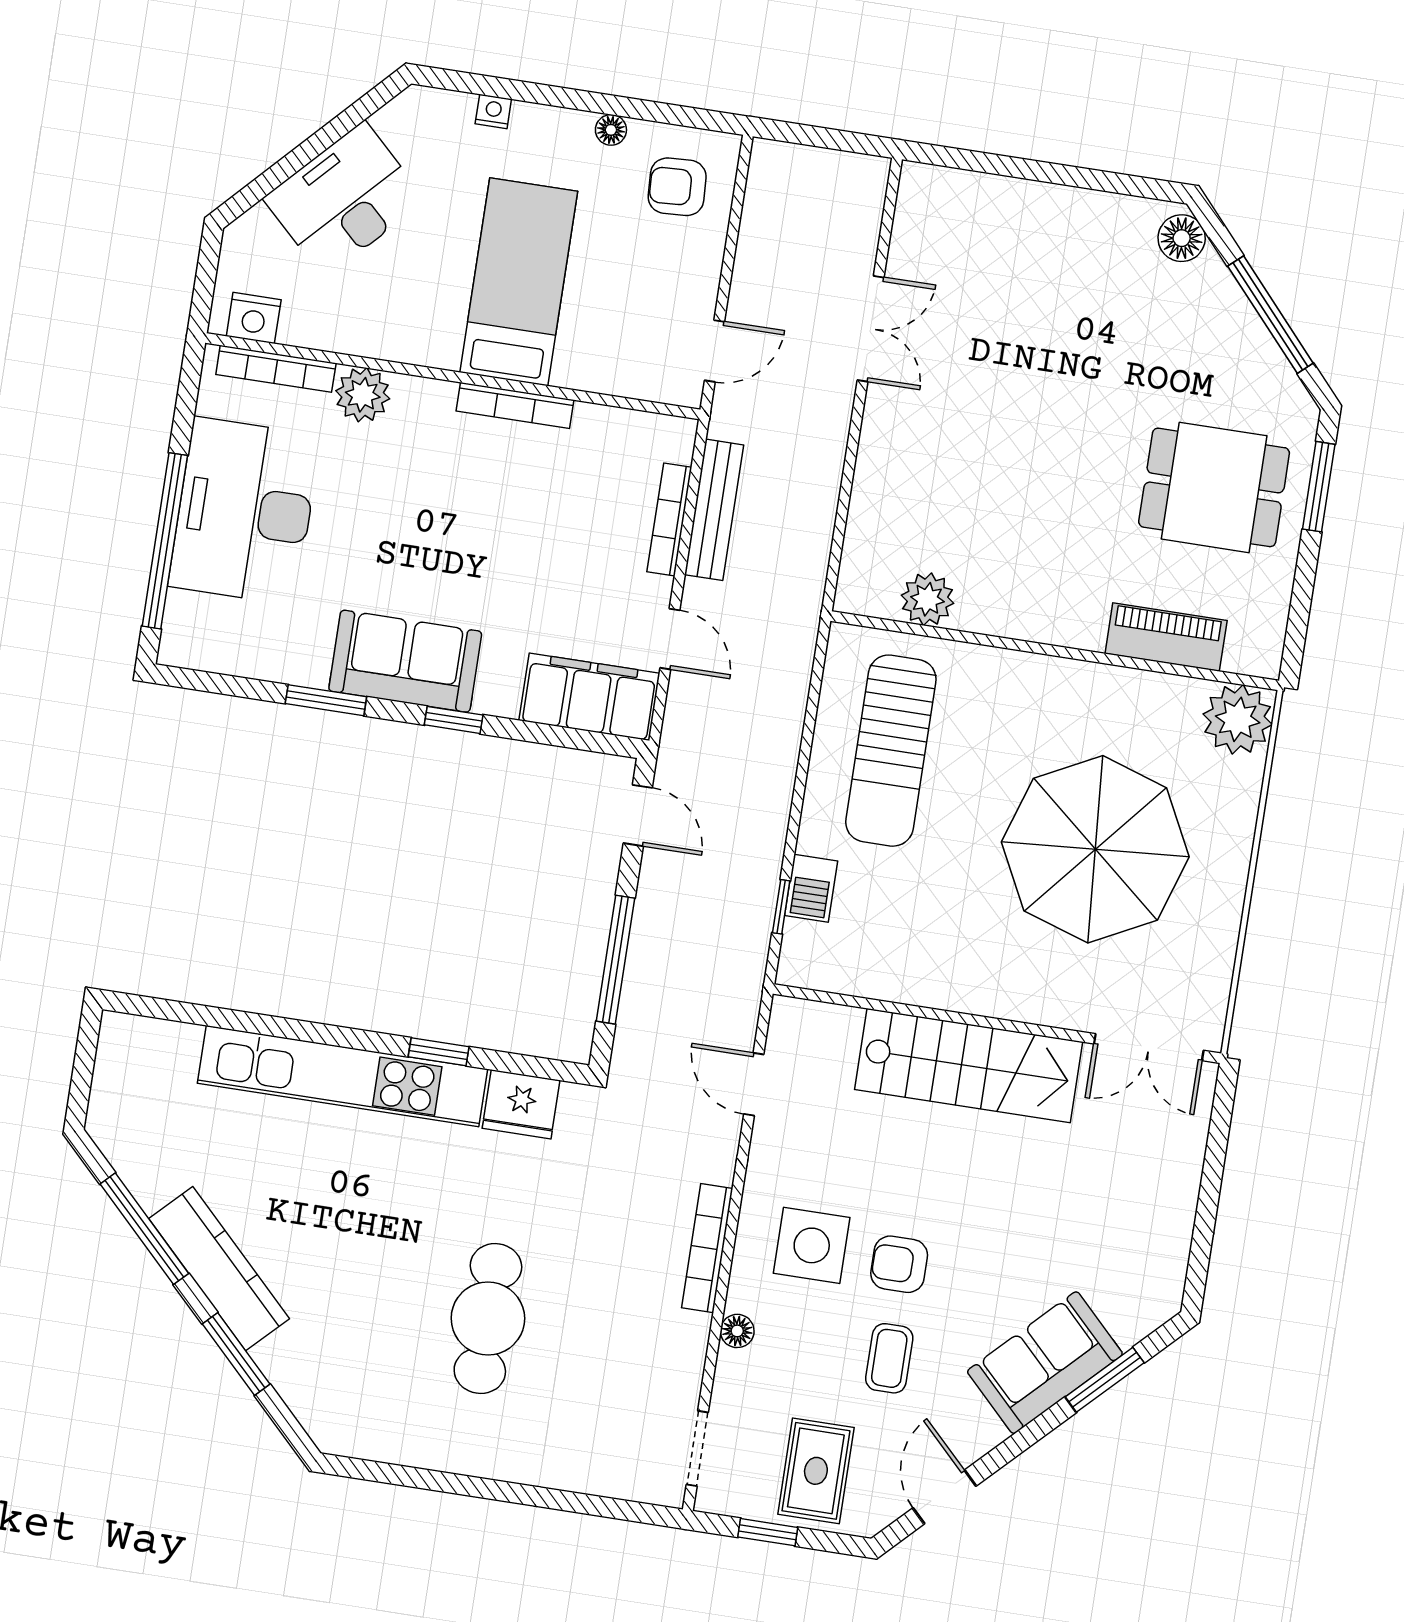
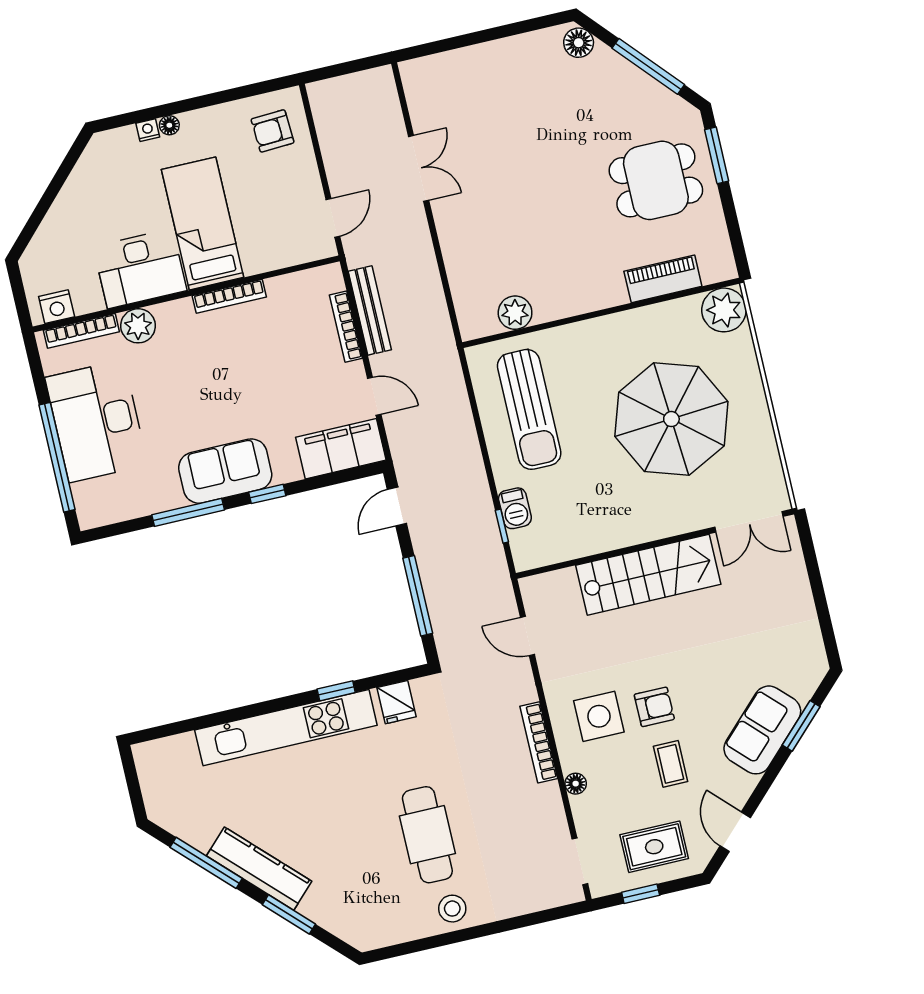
floor lamp: (611, 130) -> (169, 125), moved
desk: (344, 199) -> (140, 269), moved, turned -134
window: (326, 700) -> (188, 512), width x1.44
door: (638, 815) -> (397, 507), swing flipped
fridge: (521, 1104) -> (397, 702), width x0.72
armchair: (899, 1264) -> (654, 707), turned 180
stool: (481, 1442) -> (452, 909), added
rug: (816, 1471) -> (654, 847), turned 90

